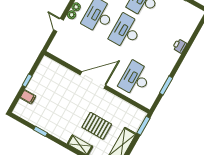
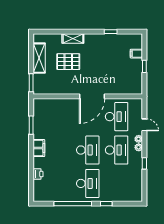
printer: (180, 46) -> (38, 174), moved
filing cabinet: (171, 60) -> (39, 148), added
desk: (135, 79) -> (117, 117), moved

